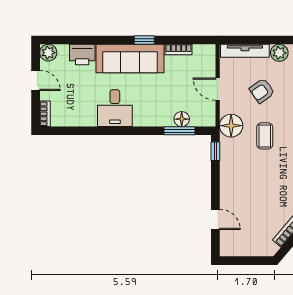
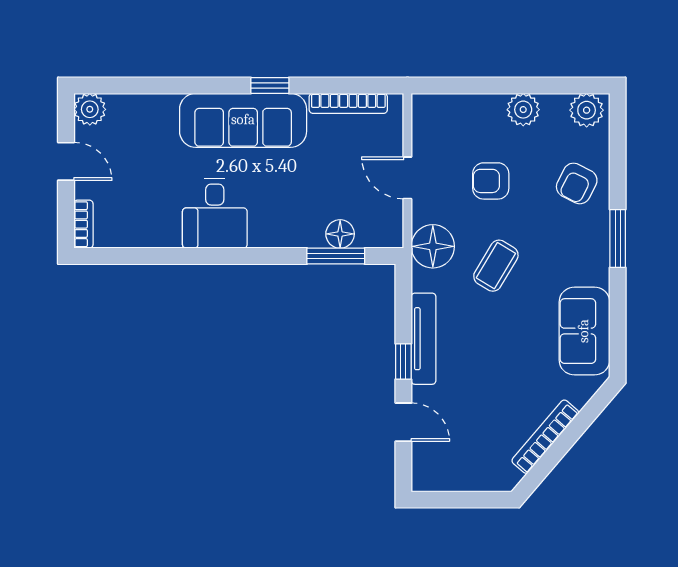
bookcase: (179, 49) -> (348, 103), width x1.56
tv unit: (245, 51) -> (423, 339), moved, turned -90
printer: (82, 55) -> (153, 113), removed
armchair: (262, 91) -> (491, 181), turned 35
coffee table: (265, 136) -> (496, 266), turned 31
window: (215, 151) -> (403, 361), moved

